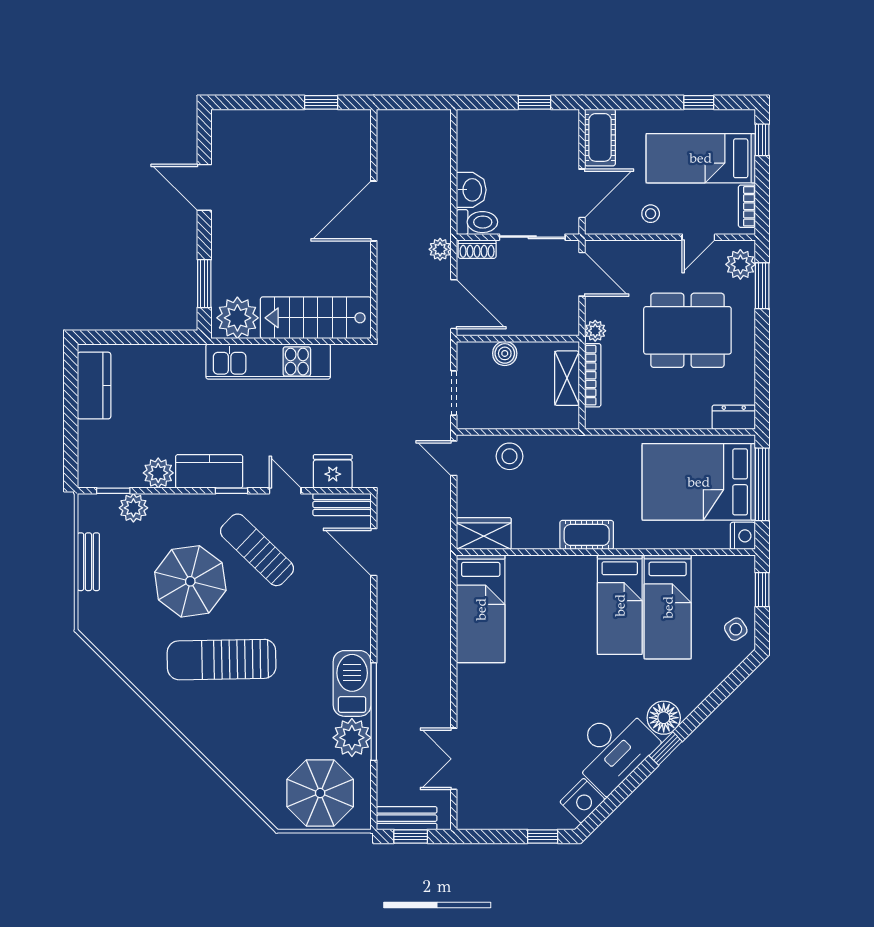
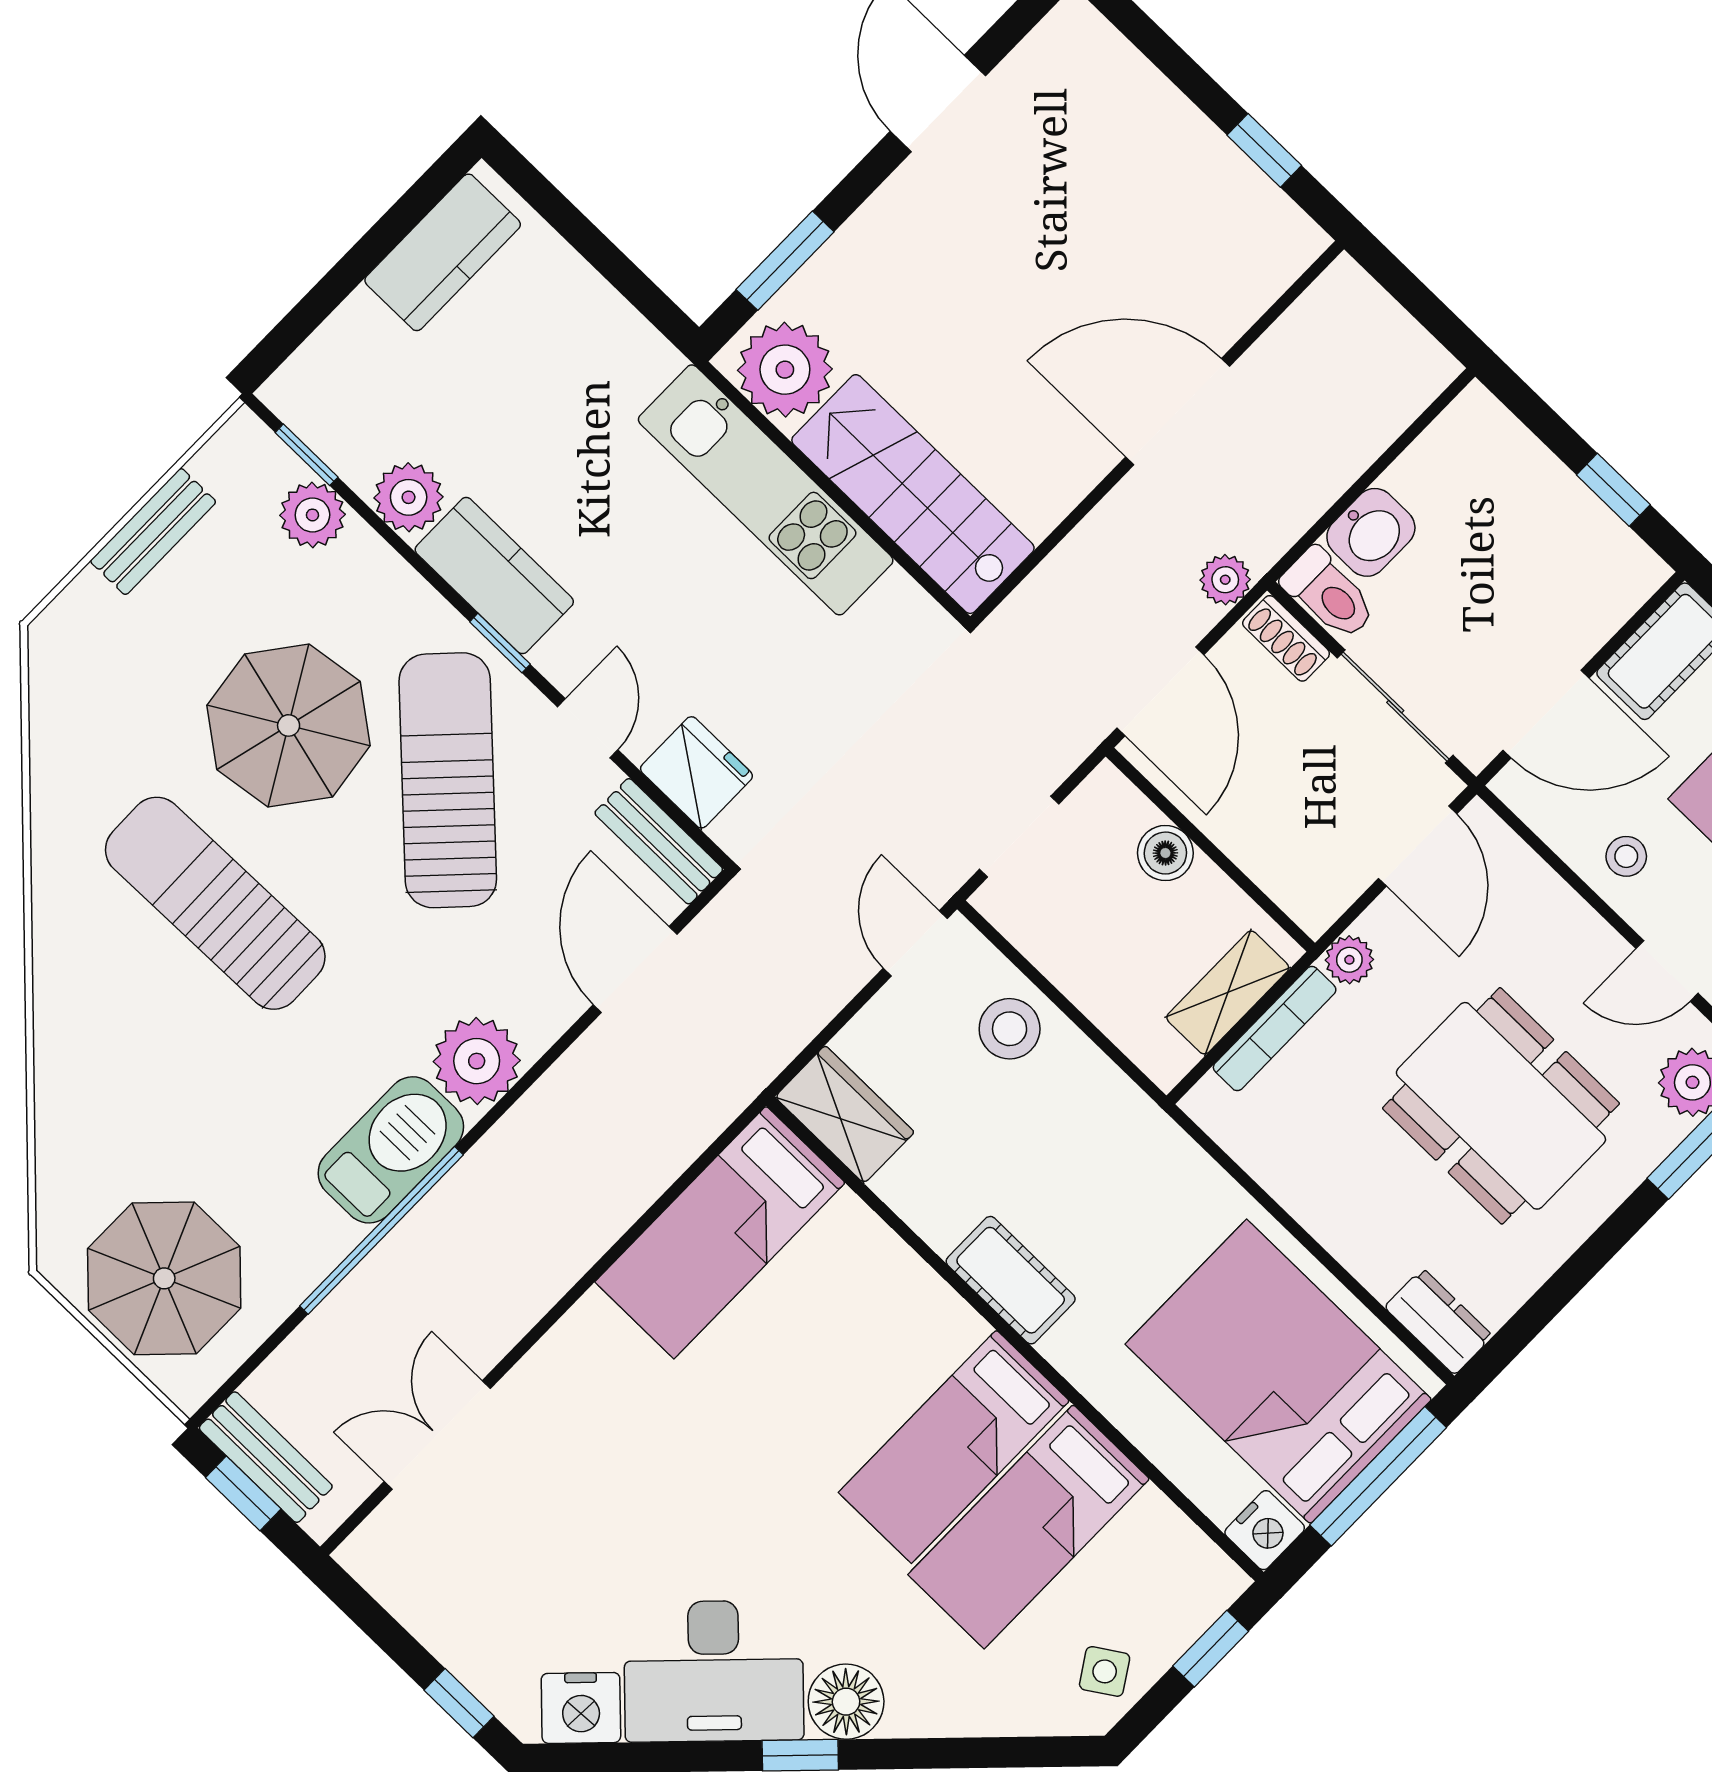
sun lounger: (257, 550) -> (448, 780), width x1.36, depth x1.34
plant: (352, 738) -> (477, 1061), moved

